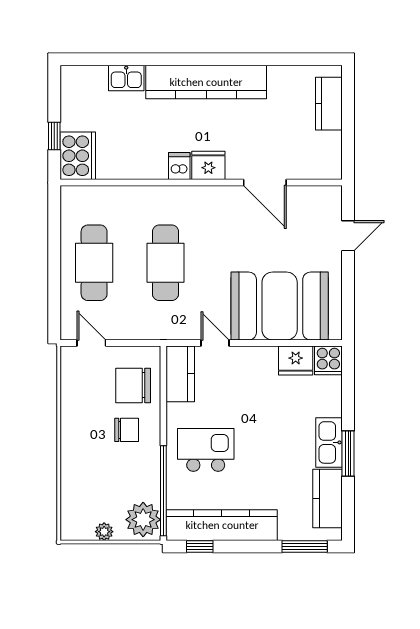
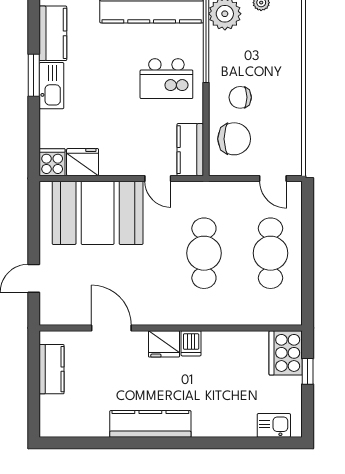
kitchen sink: (126, 78) -> (274, 425), moved
kitchen counter: (206, 82) -> (150, 424), width x0.72, depth x0.86
kitchen counter: (329, 104) -> (52, 369), moved

